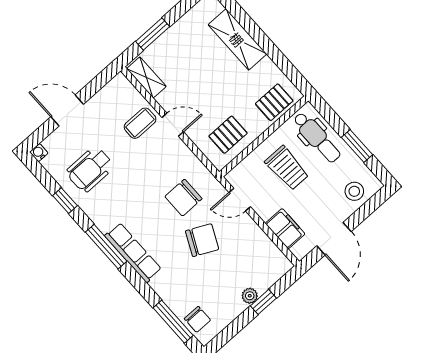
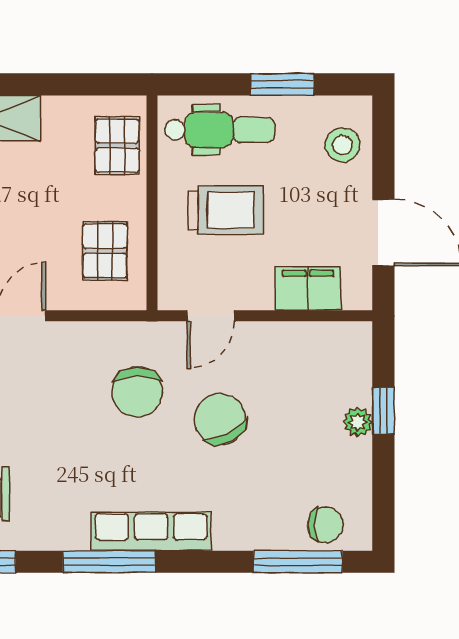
chair: (202, 240) -> (220, 419), turned -53

